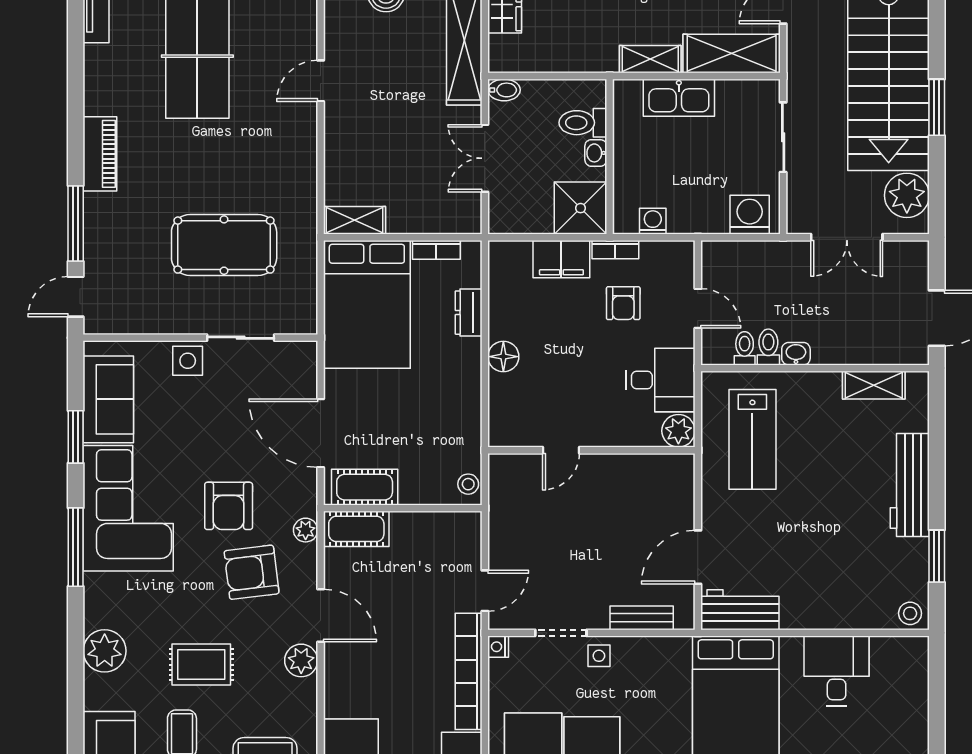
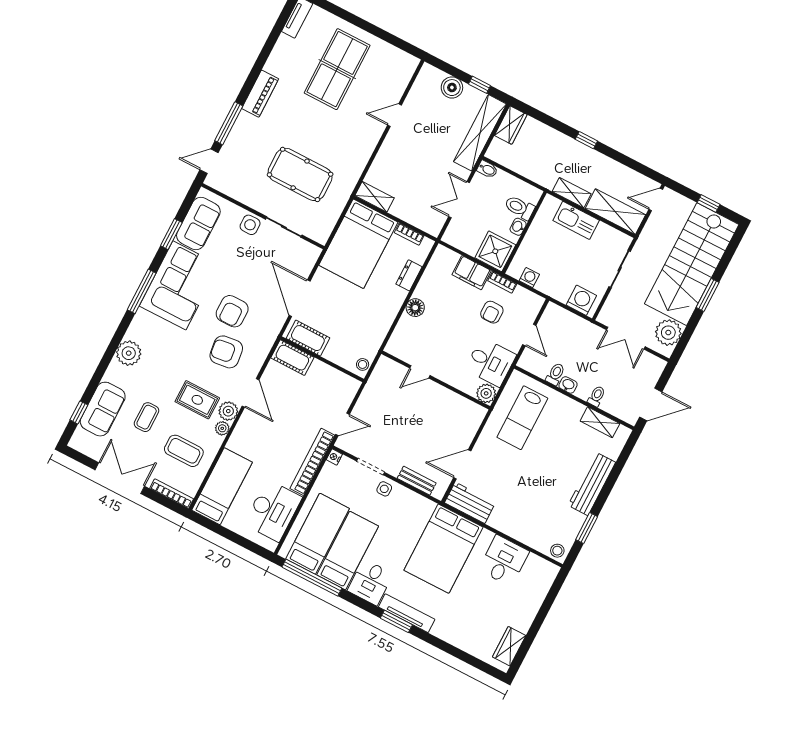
toilet: (745, 348) -> (597, 396), moved
plant: (306, 530) -> (222, 428), moved
rug: (201, 665) -> (197, 400), moved

